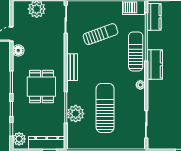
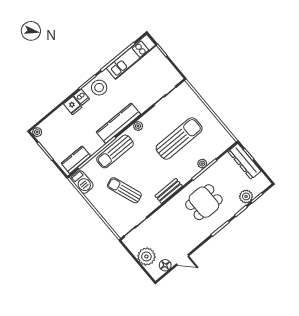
floor lamp: (18, 50) -> (165, 265), moved
kitchen counter: (155, 64) -> (118, 123), width x1.50
sun lounger: (105, 108) -> (179, 138), turned 180
plant: (76, 114) -> (202, 164), width x0.53, depth x0.53
plant: (19, 139) -> (246, 196), moved

